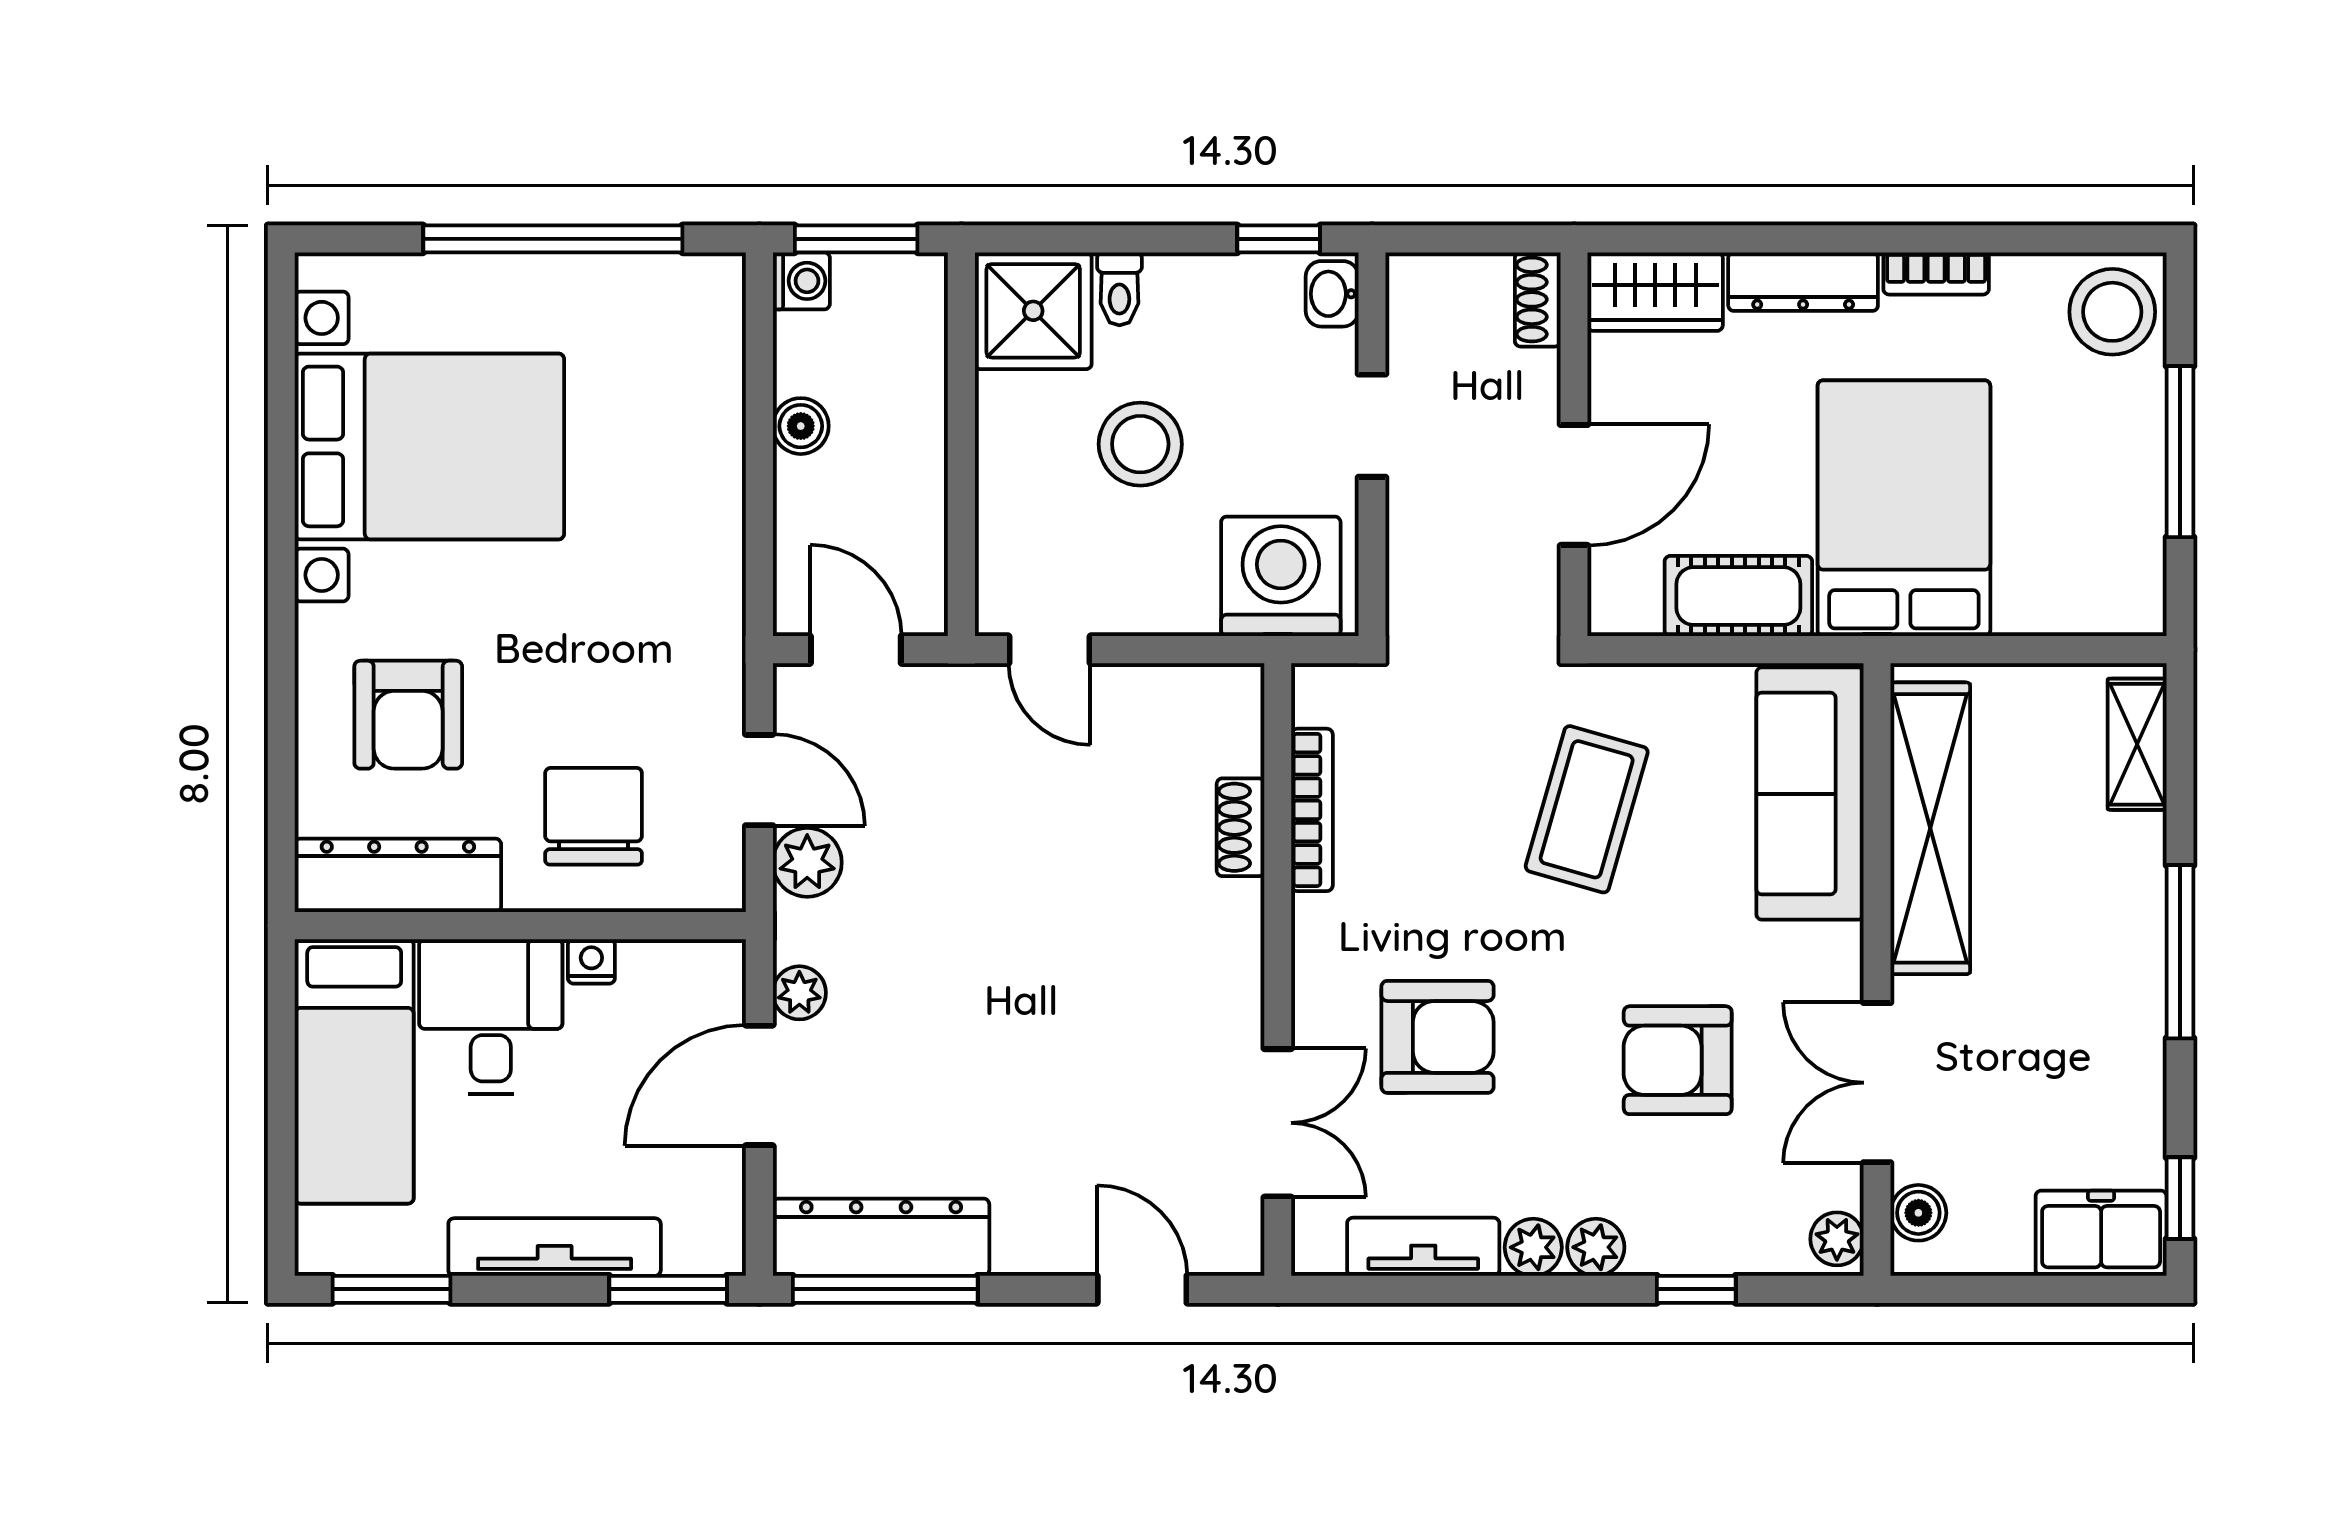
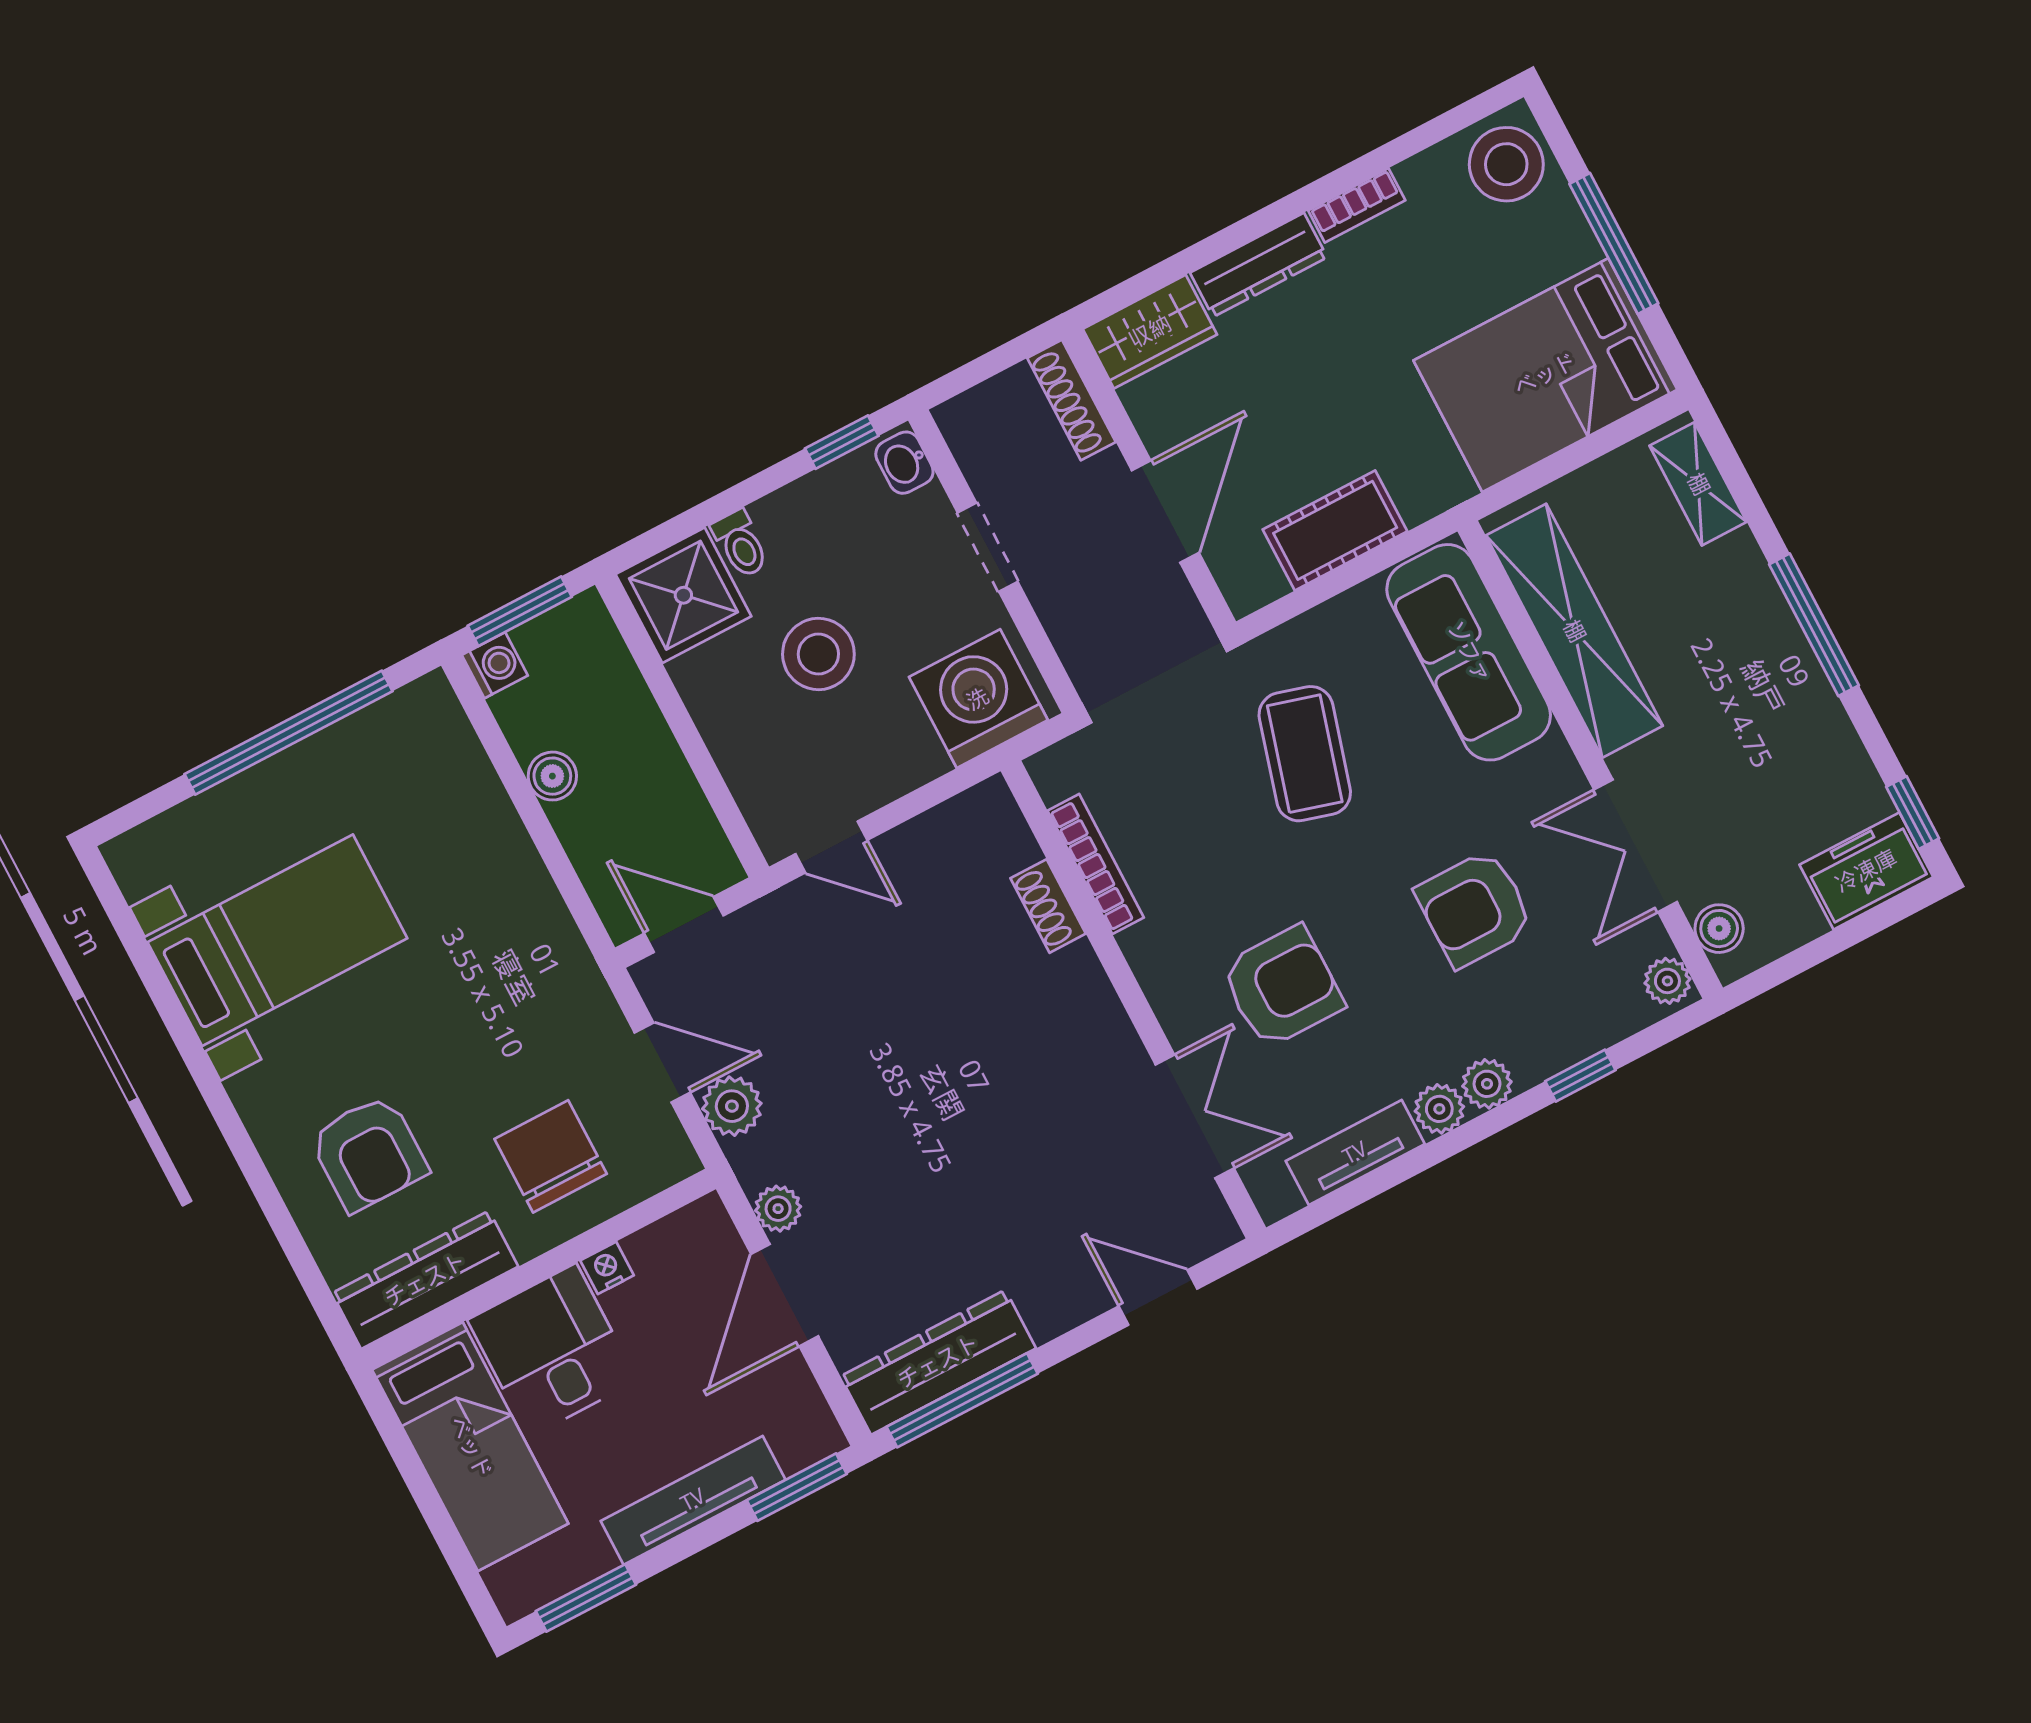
shoe rack: (1538, 299) -> (1071, 400), width x1.43
bed with nightstands: (429, 446) -> (277, 940), width x0.73
bed: (1904, 508) -> (1545, 375), moved, turned -90

